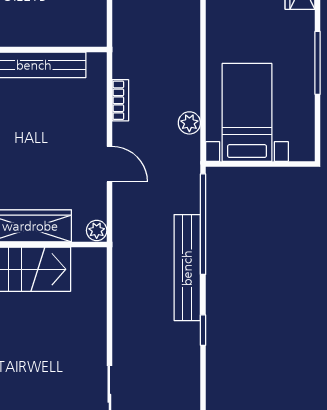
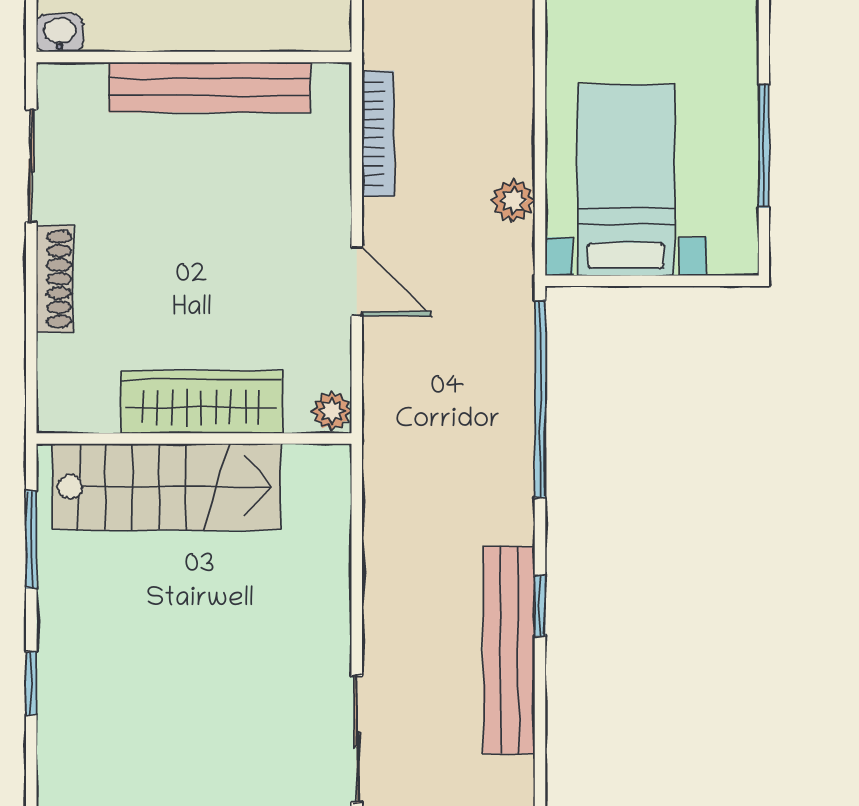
window: (318, 63) -> (764, 146), moved
bookcase: (120, 100) -> (378, 134), width x1.56
bench: (187, 268) -> (509, 650), moved

